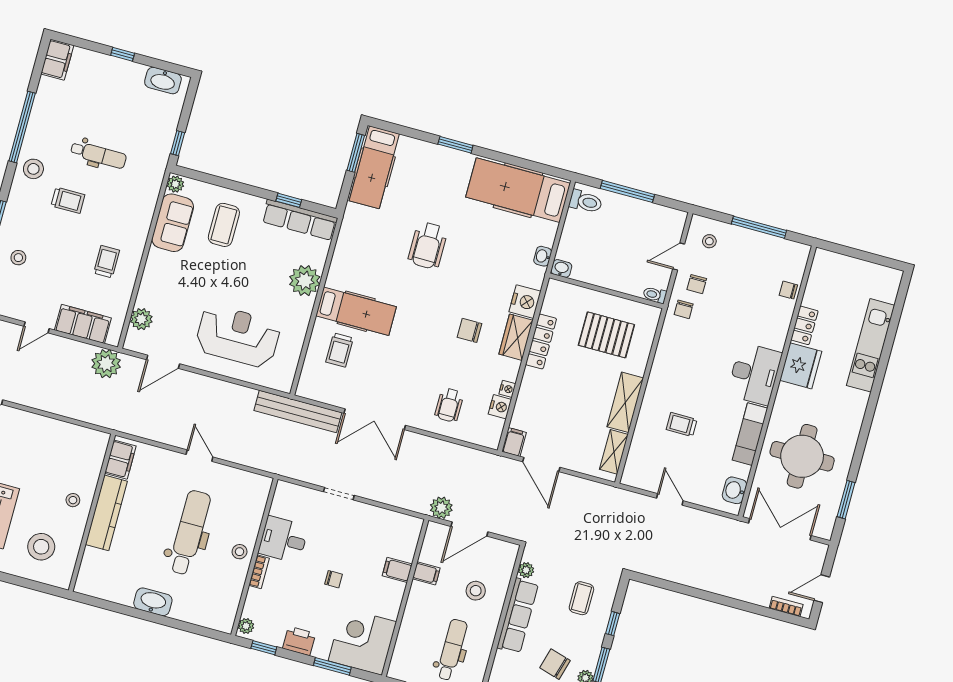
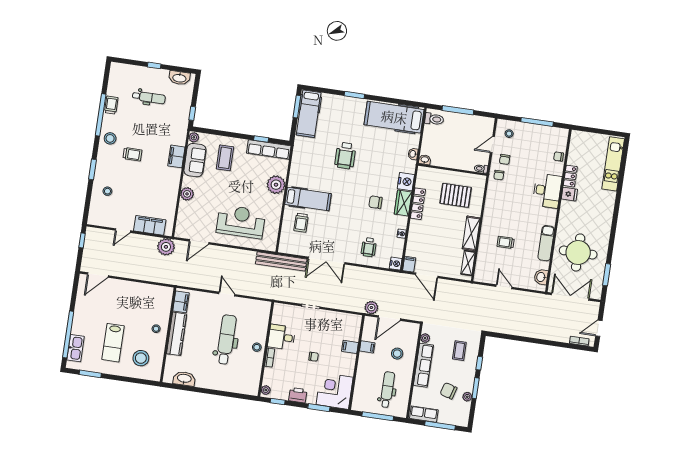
filing cabinet: (57, 60) -> (176, 156), moved, turned 180
dental chair: (98, 155) -> (149, 97), moved
trolley: (107, 262) -> (111, 105), moved
plant: (141, 319) -> (187, 194), moved
kitchen unit: (871, 345) -> (613, 164), moved
fridge: (801, 366) -> (569, 194), width x0.53, depth x0.75
desk: (755, 374) -> (547, 191), moved
nightstand: (500, 407) -> (396, 264), moved
washbasin: (153, 602) -> (184, 379), moved

